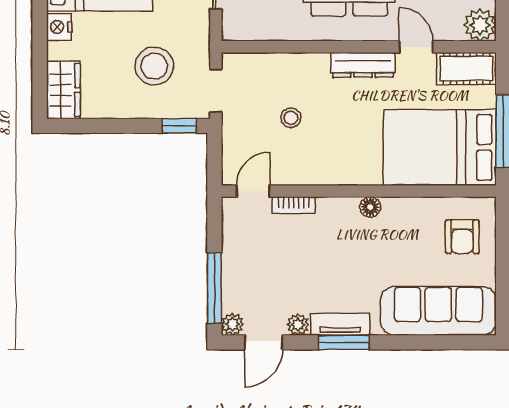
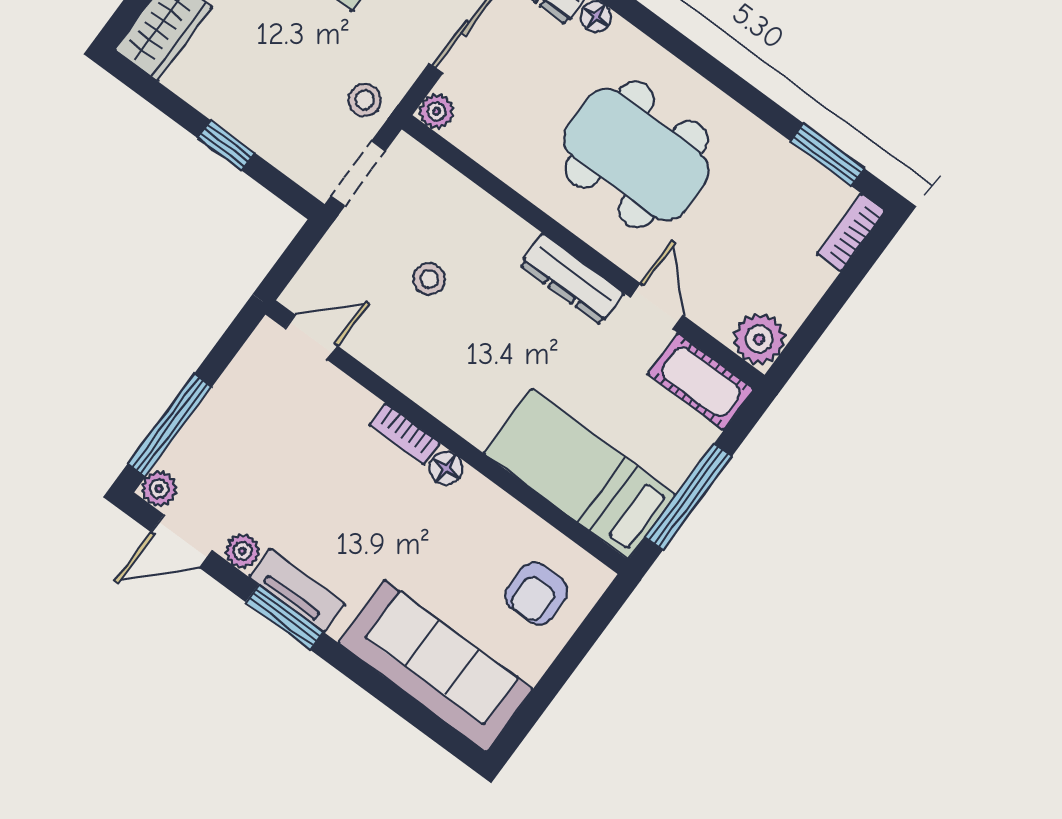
plant: (232, 30) -> (437, 111), added
stool: (154, 66) -> (365, 100), moved, width x0.53, depth x0.53
window: (179, 126) -> (226, 145), moved
bed: (440, 147) -> (580, 474), width x0.67
bookcase: (294, 205) -> (405, 434), moved

